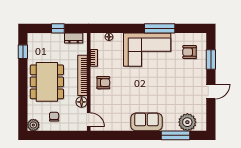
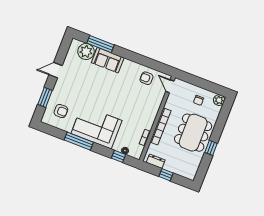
window: (113, 28) -> (118, 156), added
window: (23, 52) -> (211, 148), moved
armchair: (103, 83) -> (146, 78), moved
floor lamp: (82, 102) -> (170, 104), removed
sofa: (146, 122) -> (108, 60), moved

